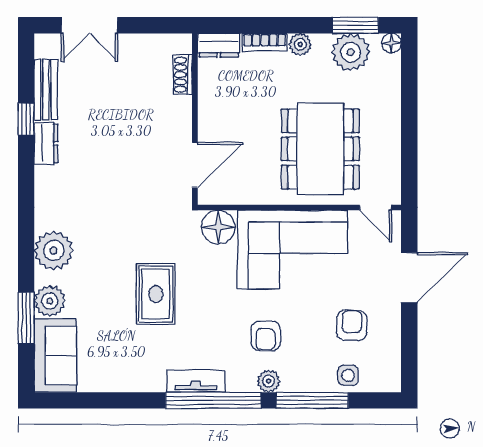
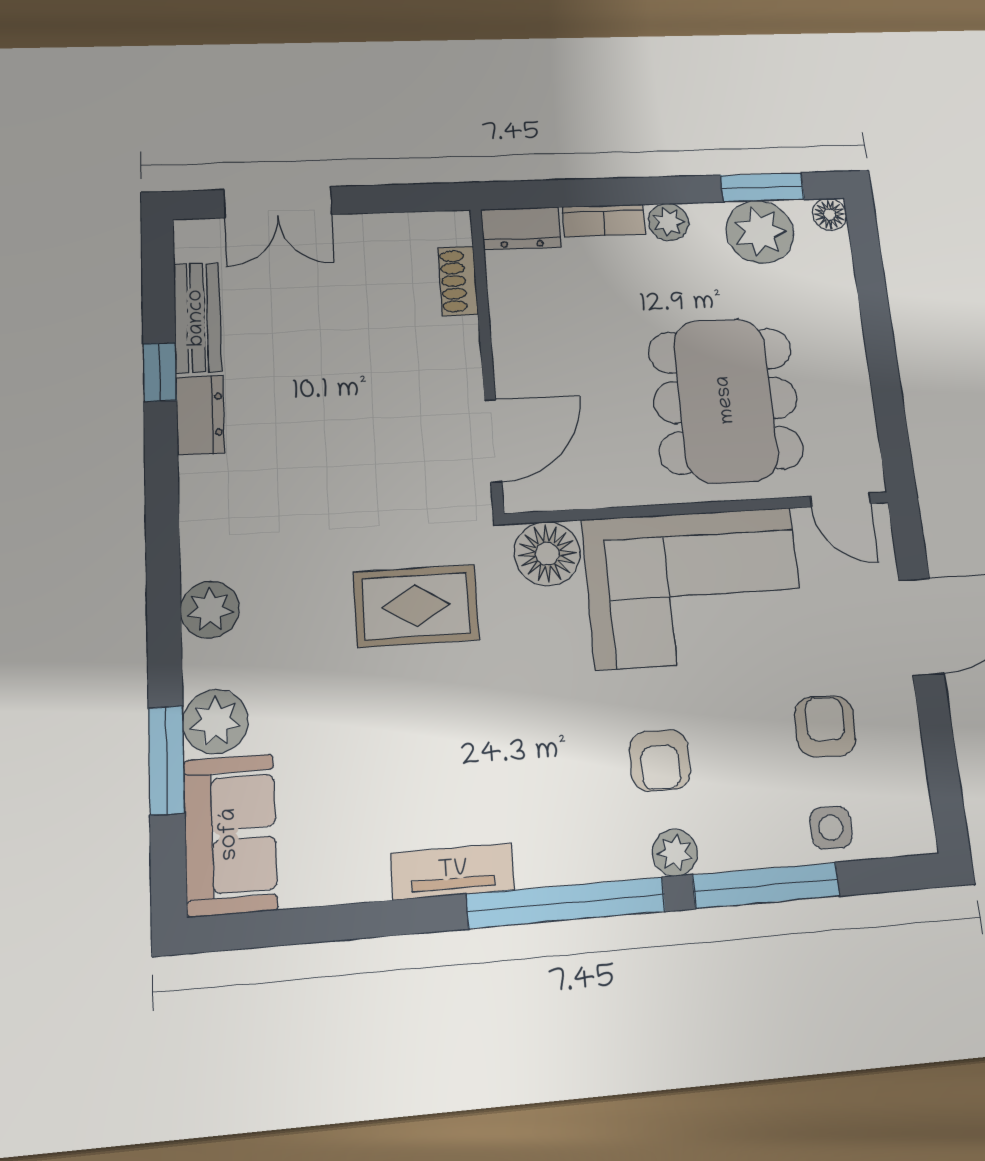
plant: (54, 251) -> (210, 610), width x0.73, depth x0.73
rug: (156, 294) -> (416, 606), moved, turned 90
tv unit: (196, 381) -> (453, 871), moved

